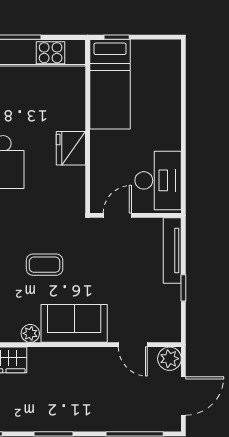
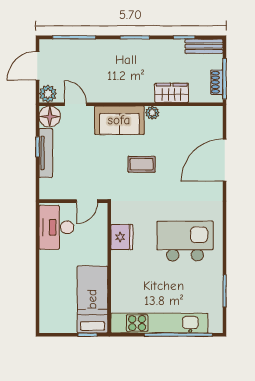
fridge: (71, 148) -> (122, 237), moved
tv unit: (172, 250) -> (46, 153), moved
floor lamp: (167, 328) -> (50, 116), added

